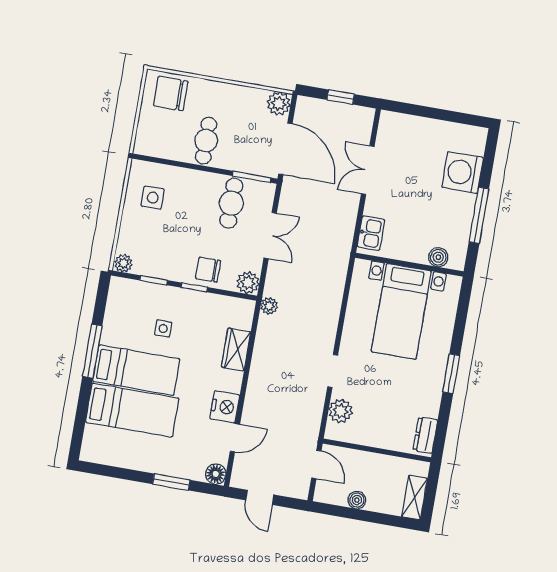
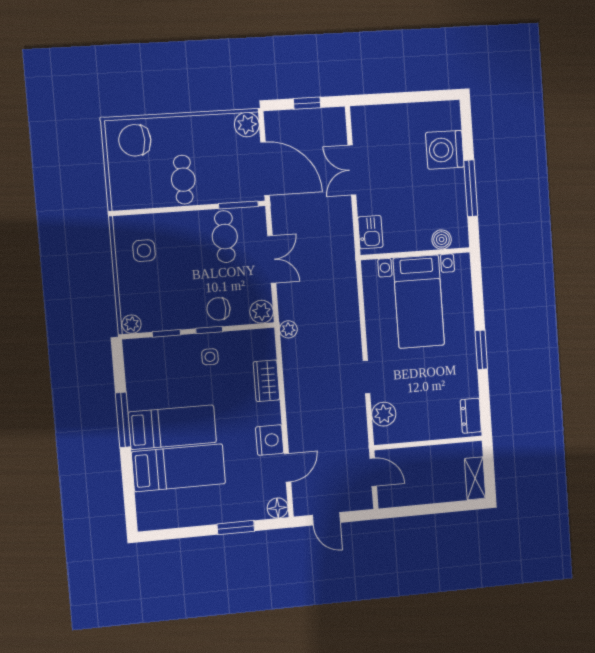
side table: (163, 329) -> (210, 357), moved
boiler: (357, 500) -> (421, 496), removed

